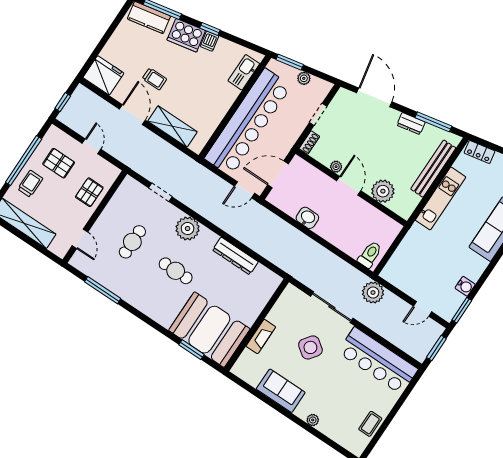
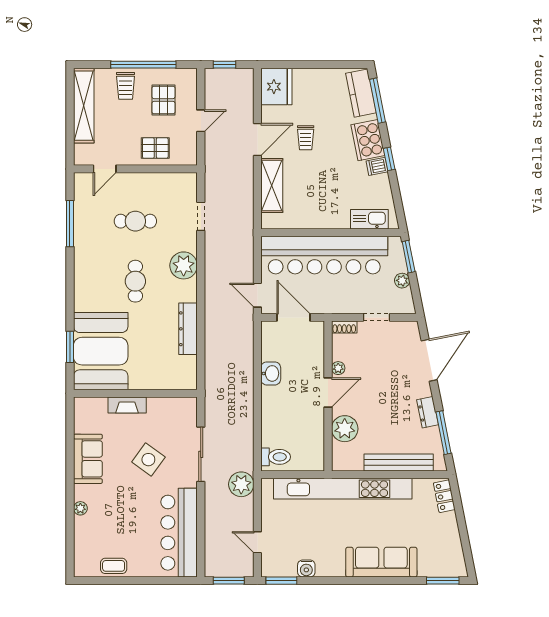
trolley: (30, 184) -> (126, 86), turned 90
kitchen unit: (441, 199) -> (343, 489), width x1.86

